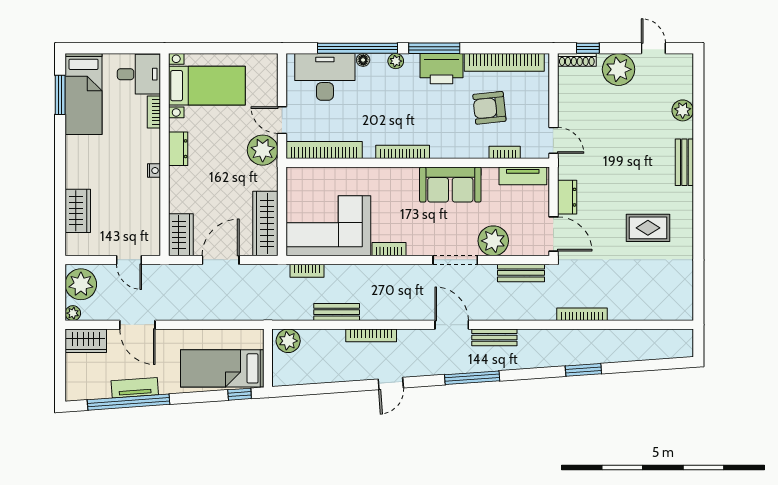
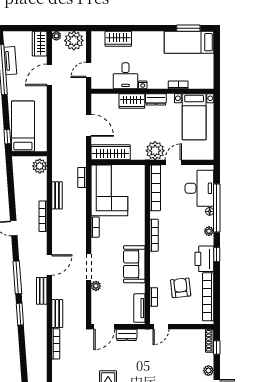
window: (434, 48) -> (217, 254), width x0.46
plant: (619, 69) -> (208, 371), width x0.53, depth x0.53
desk: (139, 74) -> (125, 76), moved
wardrobe: (181, 235) -> (132, 101), moved
plant: (493, 241) -> (96, 286), width x0.53, depth x0.53
bench: (521, 273) -> (57, 314), moved
window: (583, 370) -> (20, 314), moved
tv unit: (135, 388) -> (10, 61), moved

